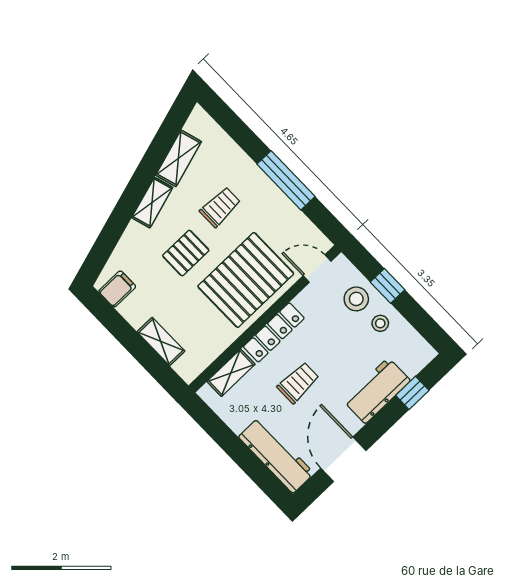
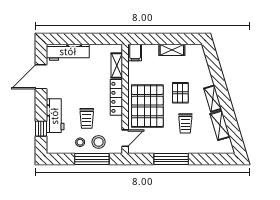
window: (387, 286) -> (92, 159), width x2.17
filing cabinet: (117, 289) -> (135, 53), moved
shelving: (161, 341) -> (172, 50), moved
trolley: (298, 383) -> (87, 118), moved
door: (343, 459) -> (41, 77), swing flipped

